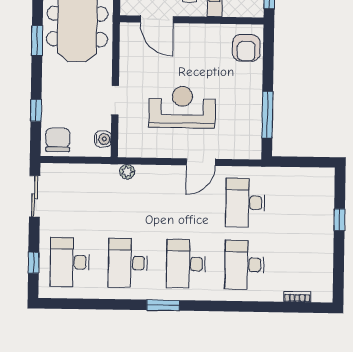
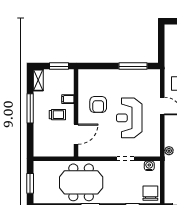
armchair: (246, 48) -> (98, 105), moved, turned 90
chair: (58, 140) -> (150, 193), turned 90

